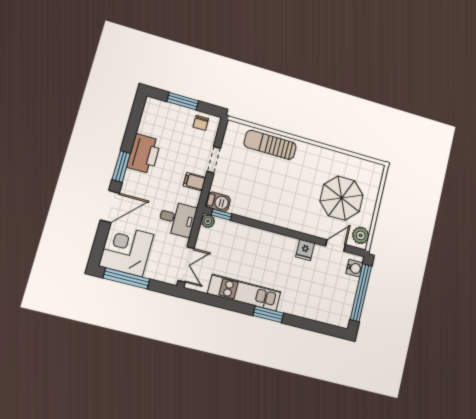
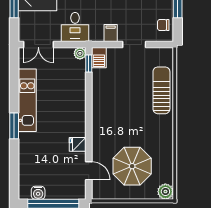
plant: (361, 235) -> (165, 192), moved
water cooler: (354, 268) -> (38, 193), moved

